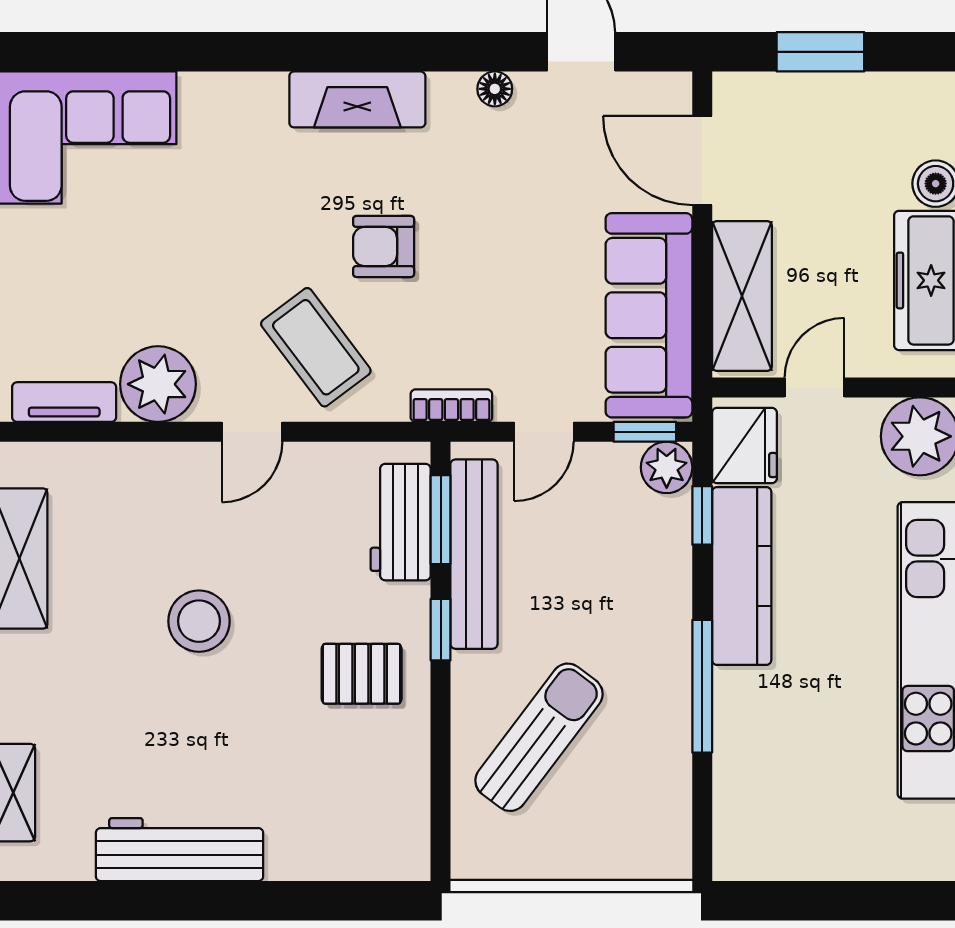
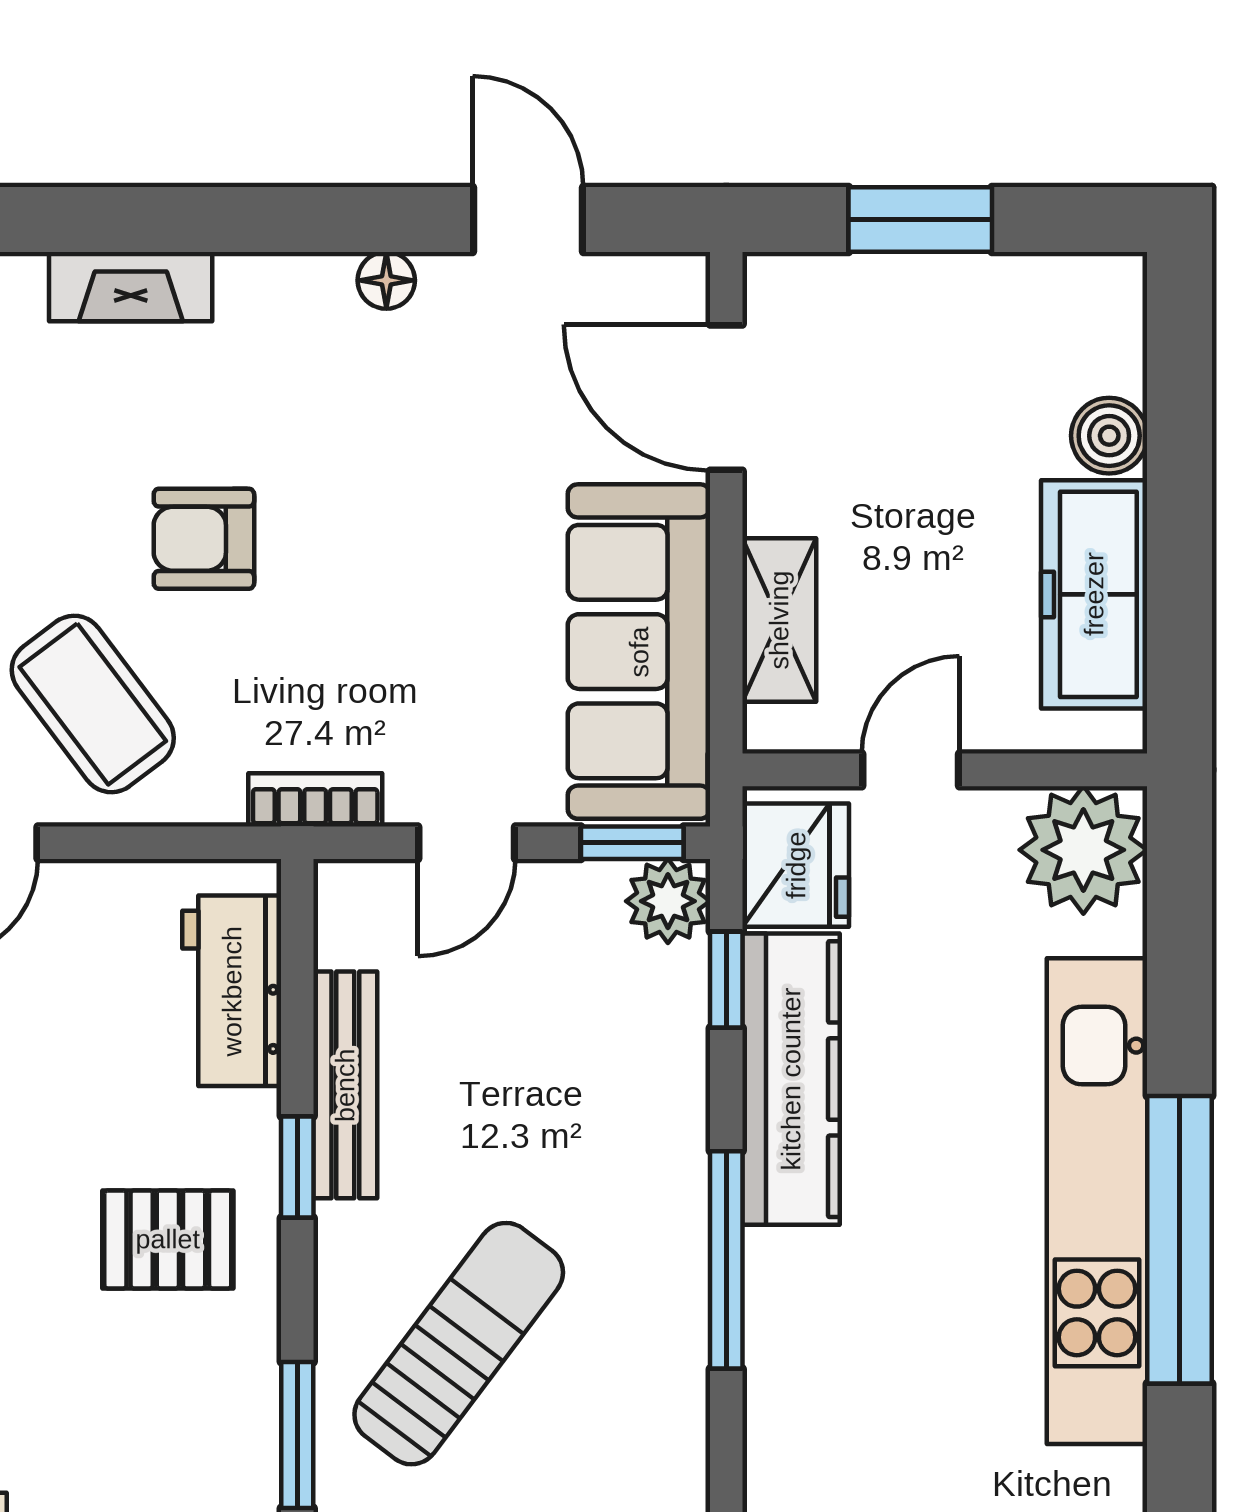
fireplace: (357, 99) -> (131, 287), width x0.73, depth x0.76
shelving: (742, 296) -> (779, 620), width x0.67, depth x0.75
window: (441, 520) -> (297, 1435), moved
bench: (474, 554) -> (345, 1085), width x0.73, depth x0.82

